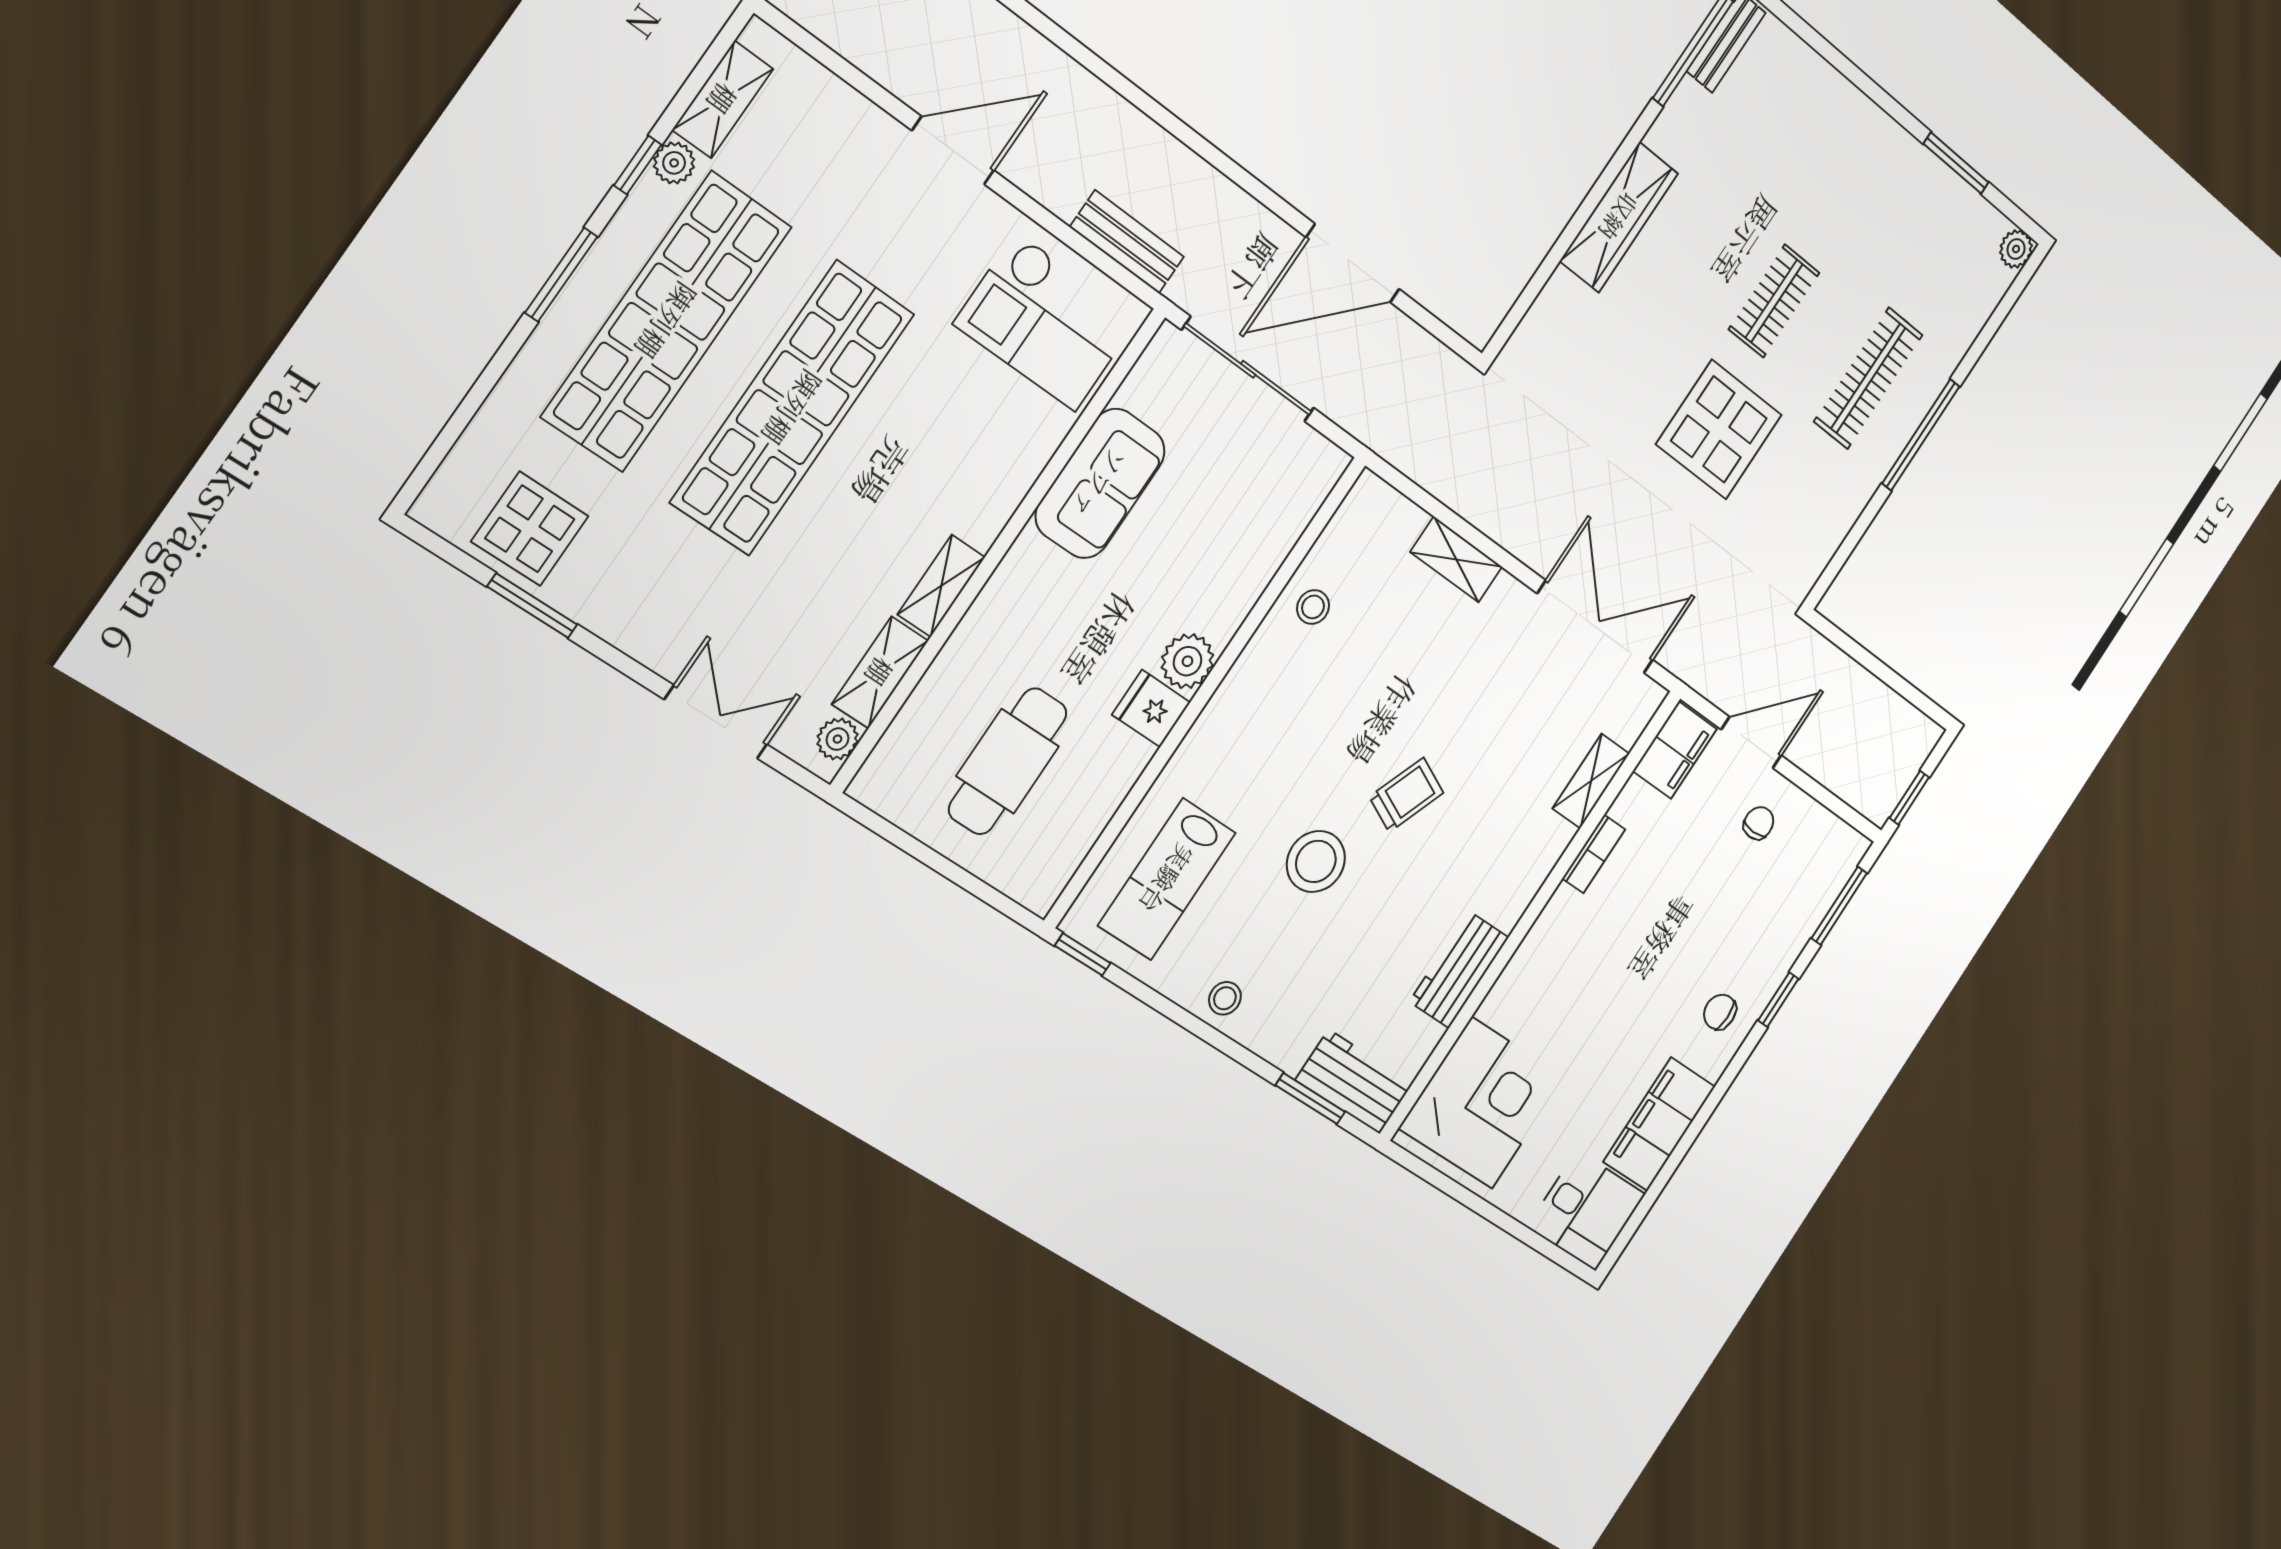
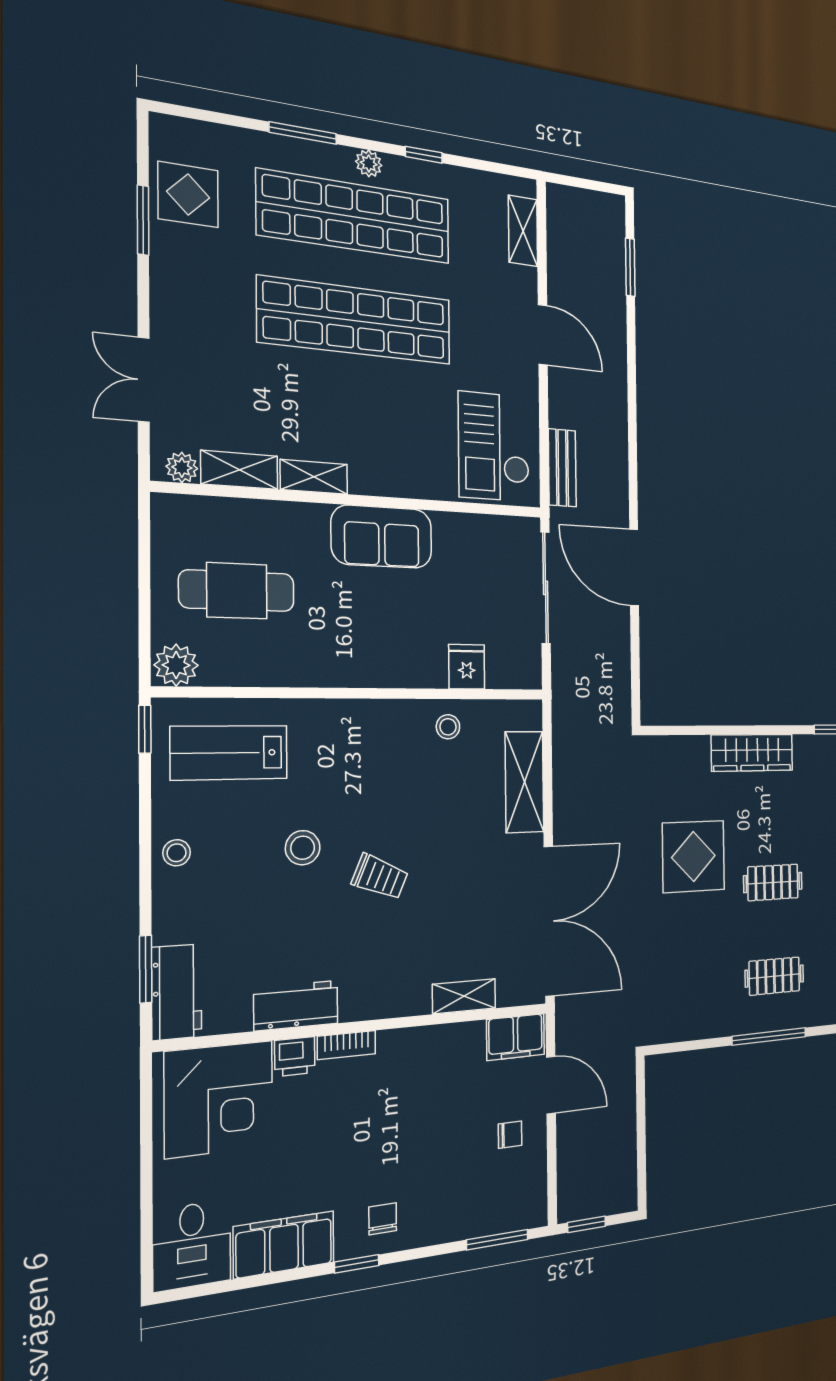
shelving: (723, 99) -> (523, 231), moved, turned 90
plant: (674, 163) -> (369, 163), moved
door: (1353, 263) -> (634, 568), moved
window: (561, 275) -> (303, 133), moved
clothes rail: (1868, 378) -> (774, 976), width x0.73
display table: (1719, 429) -> (693, 857), moved
sofa: (1100, 484) -> (382, 537), moved
shelving: (1456, 559) -> (524, 782), width x1.50, depth x1.33
double door: (1595, 627) -> (549, 921), width x1.36
plant: (1187, 661) -> (176, 665), moved
fridge: (1151, 709) -> (467, 667), moved
double door: (716, 722) -> (144, 380), swing flipped
bookcase: (1594, 854) -> (347, 1045), moved
stool: (1316, 861) -> (303, 848), width x0.73, depth x0.73
window: (1778, 1000) -> (357, 1264), moved
printer: (1504, 1002) -> (295, 1057), added

